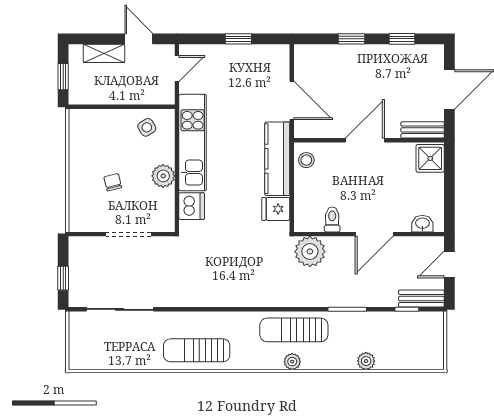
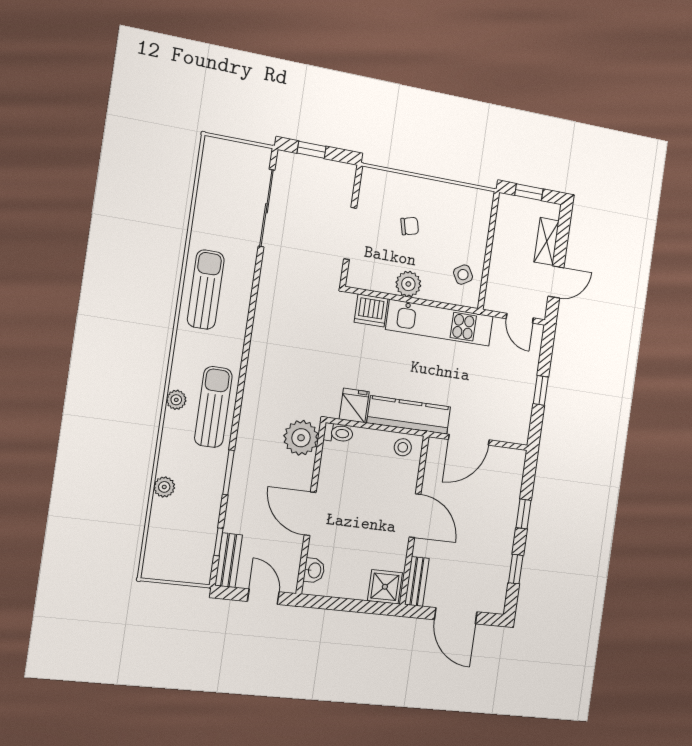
toilet: (332, 219) -> (338, 433), moved

